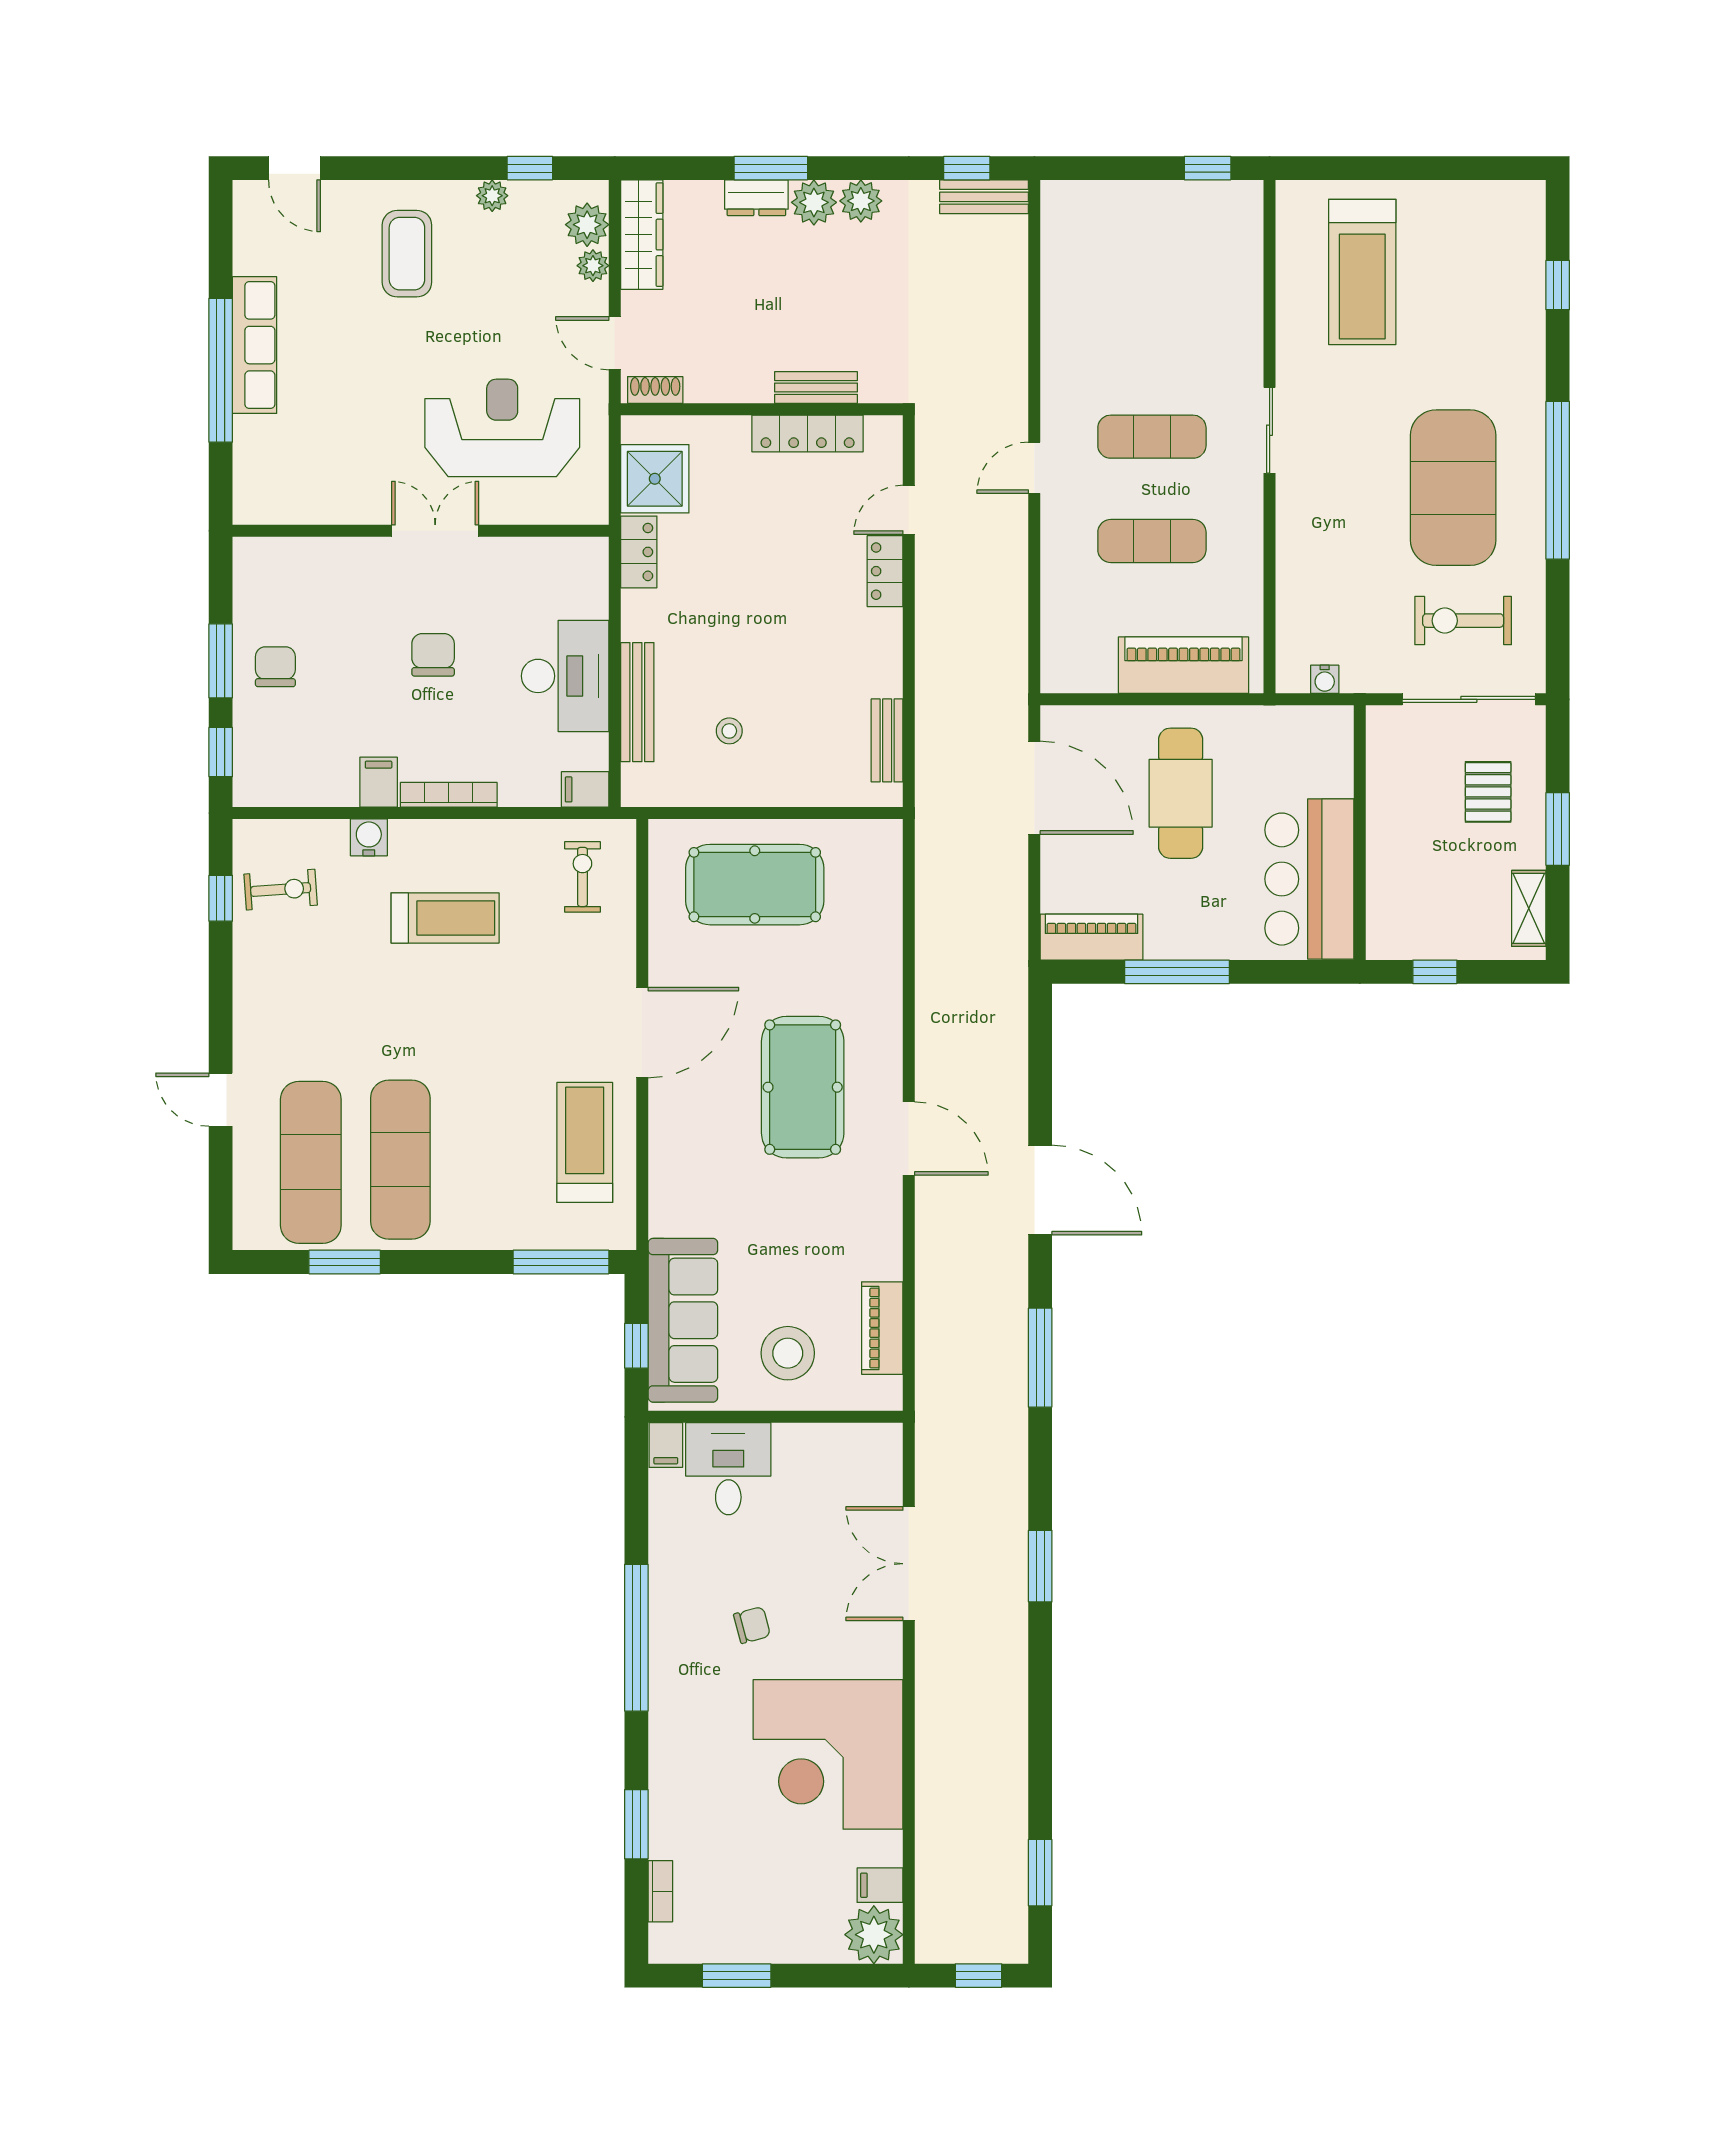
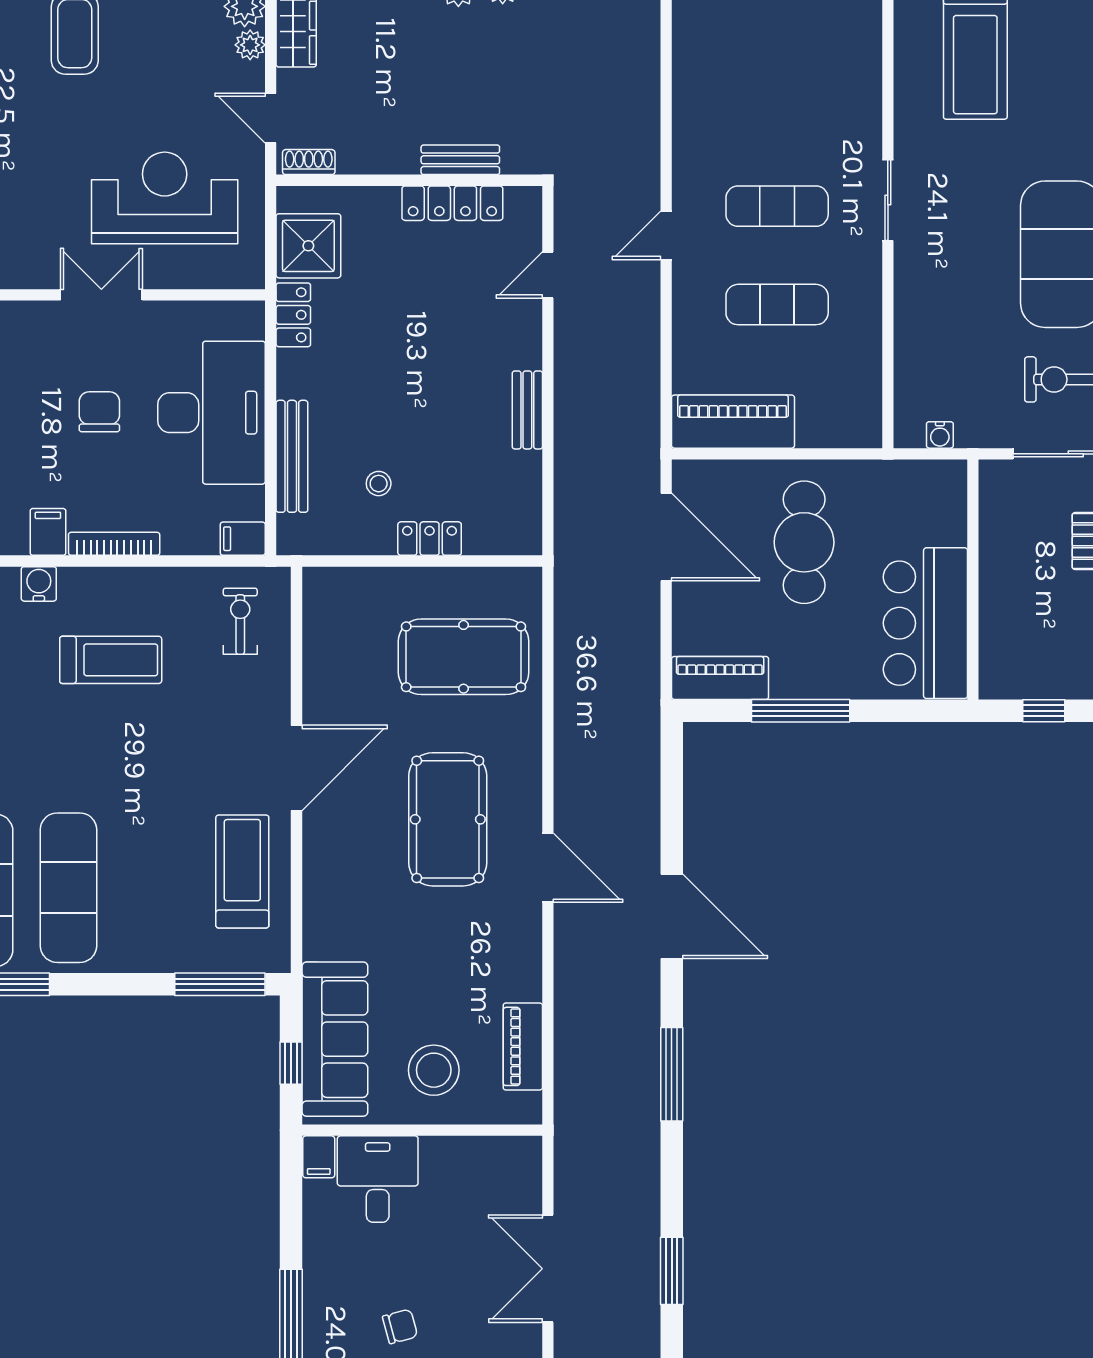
locker: (885, 571) -> (430, 539), moved, turned 90
piano: (1183, 665) -> (733, 422), moved
desk: (565, 676) -> (211, 413), width x1.36, depth x1.30
bench: (887, 740) -> (527, 410), moved
pool table: (755, 885) -> (464, 657), moved

